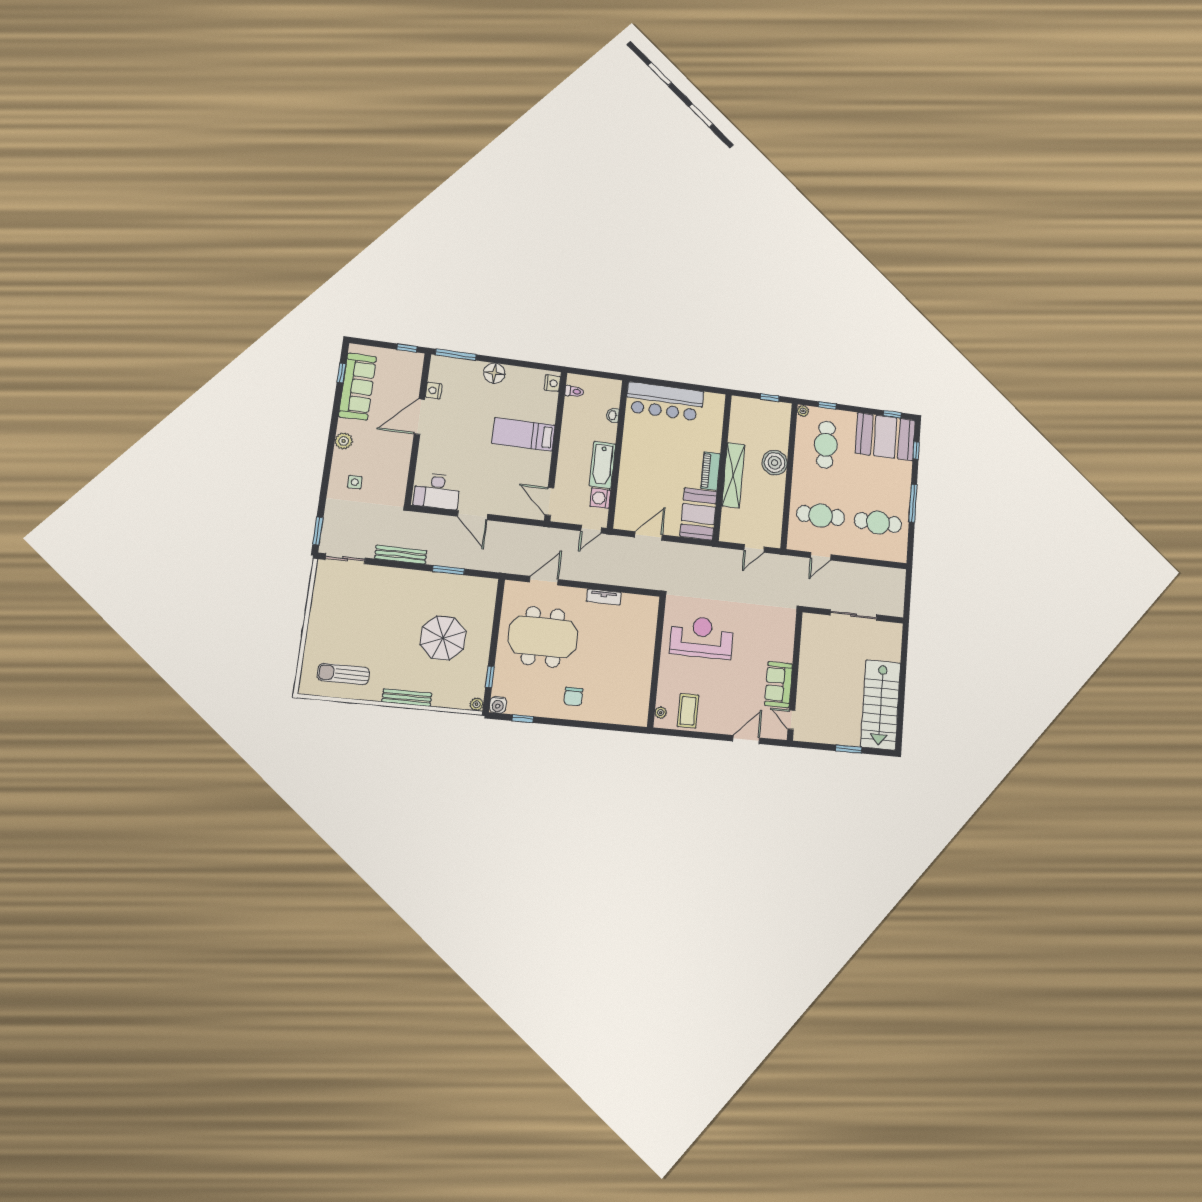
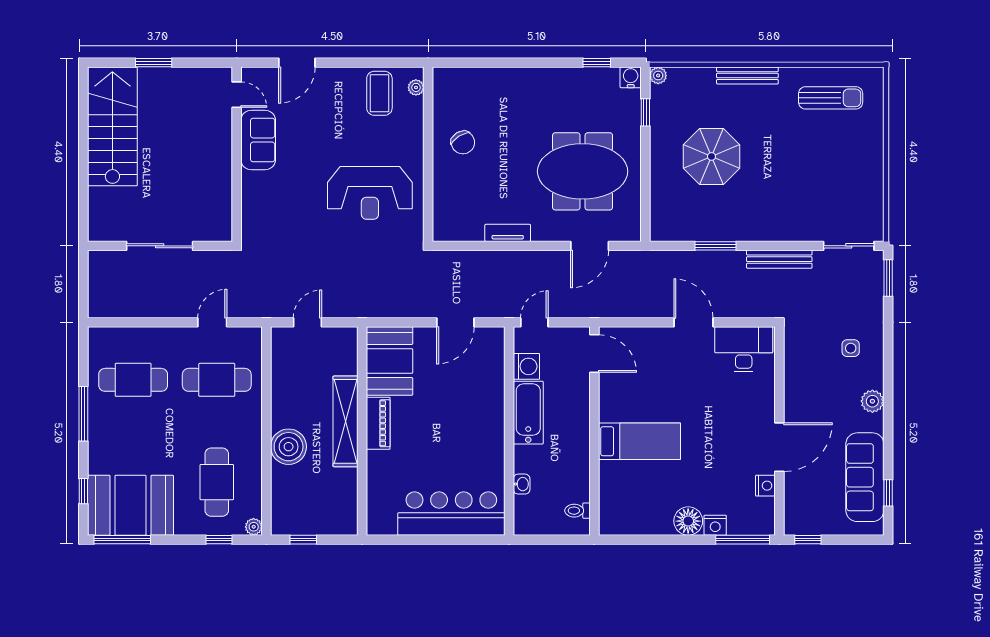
nightstand: (552, 383) -> (715, 525), moved, turned -90
window: (892, 414) -> (122, 540), width x2.17
chair: (573, 696) -> (463, 142), moved, turned 148

